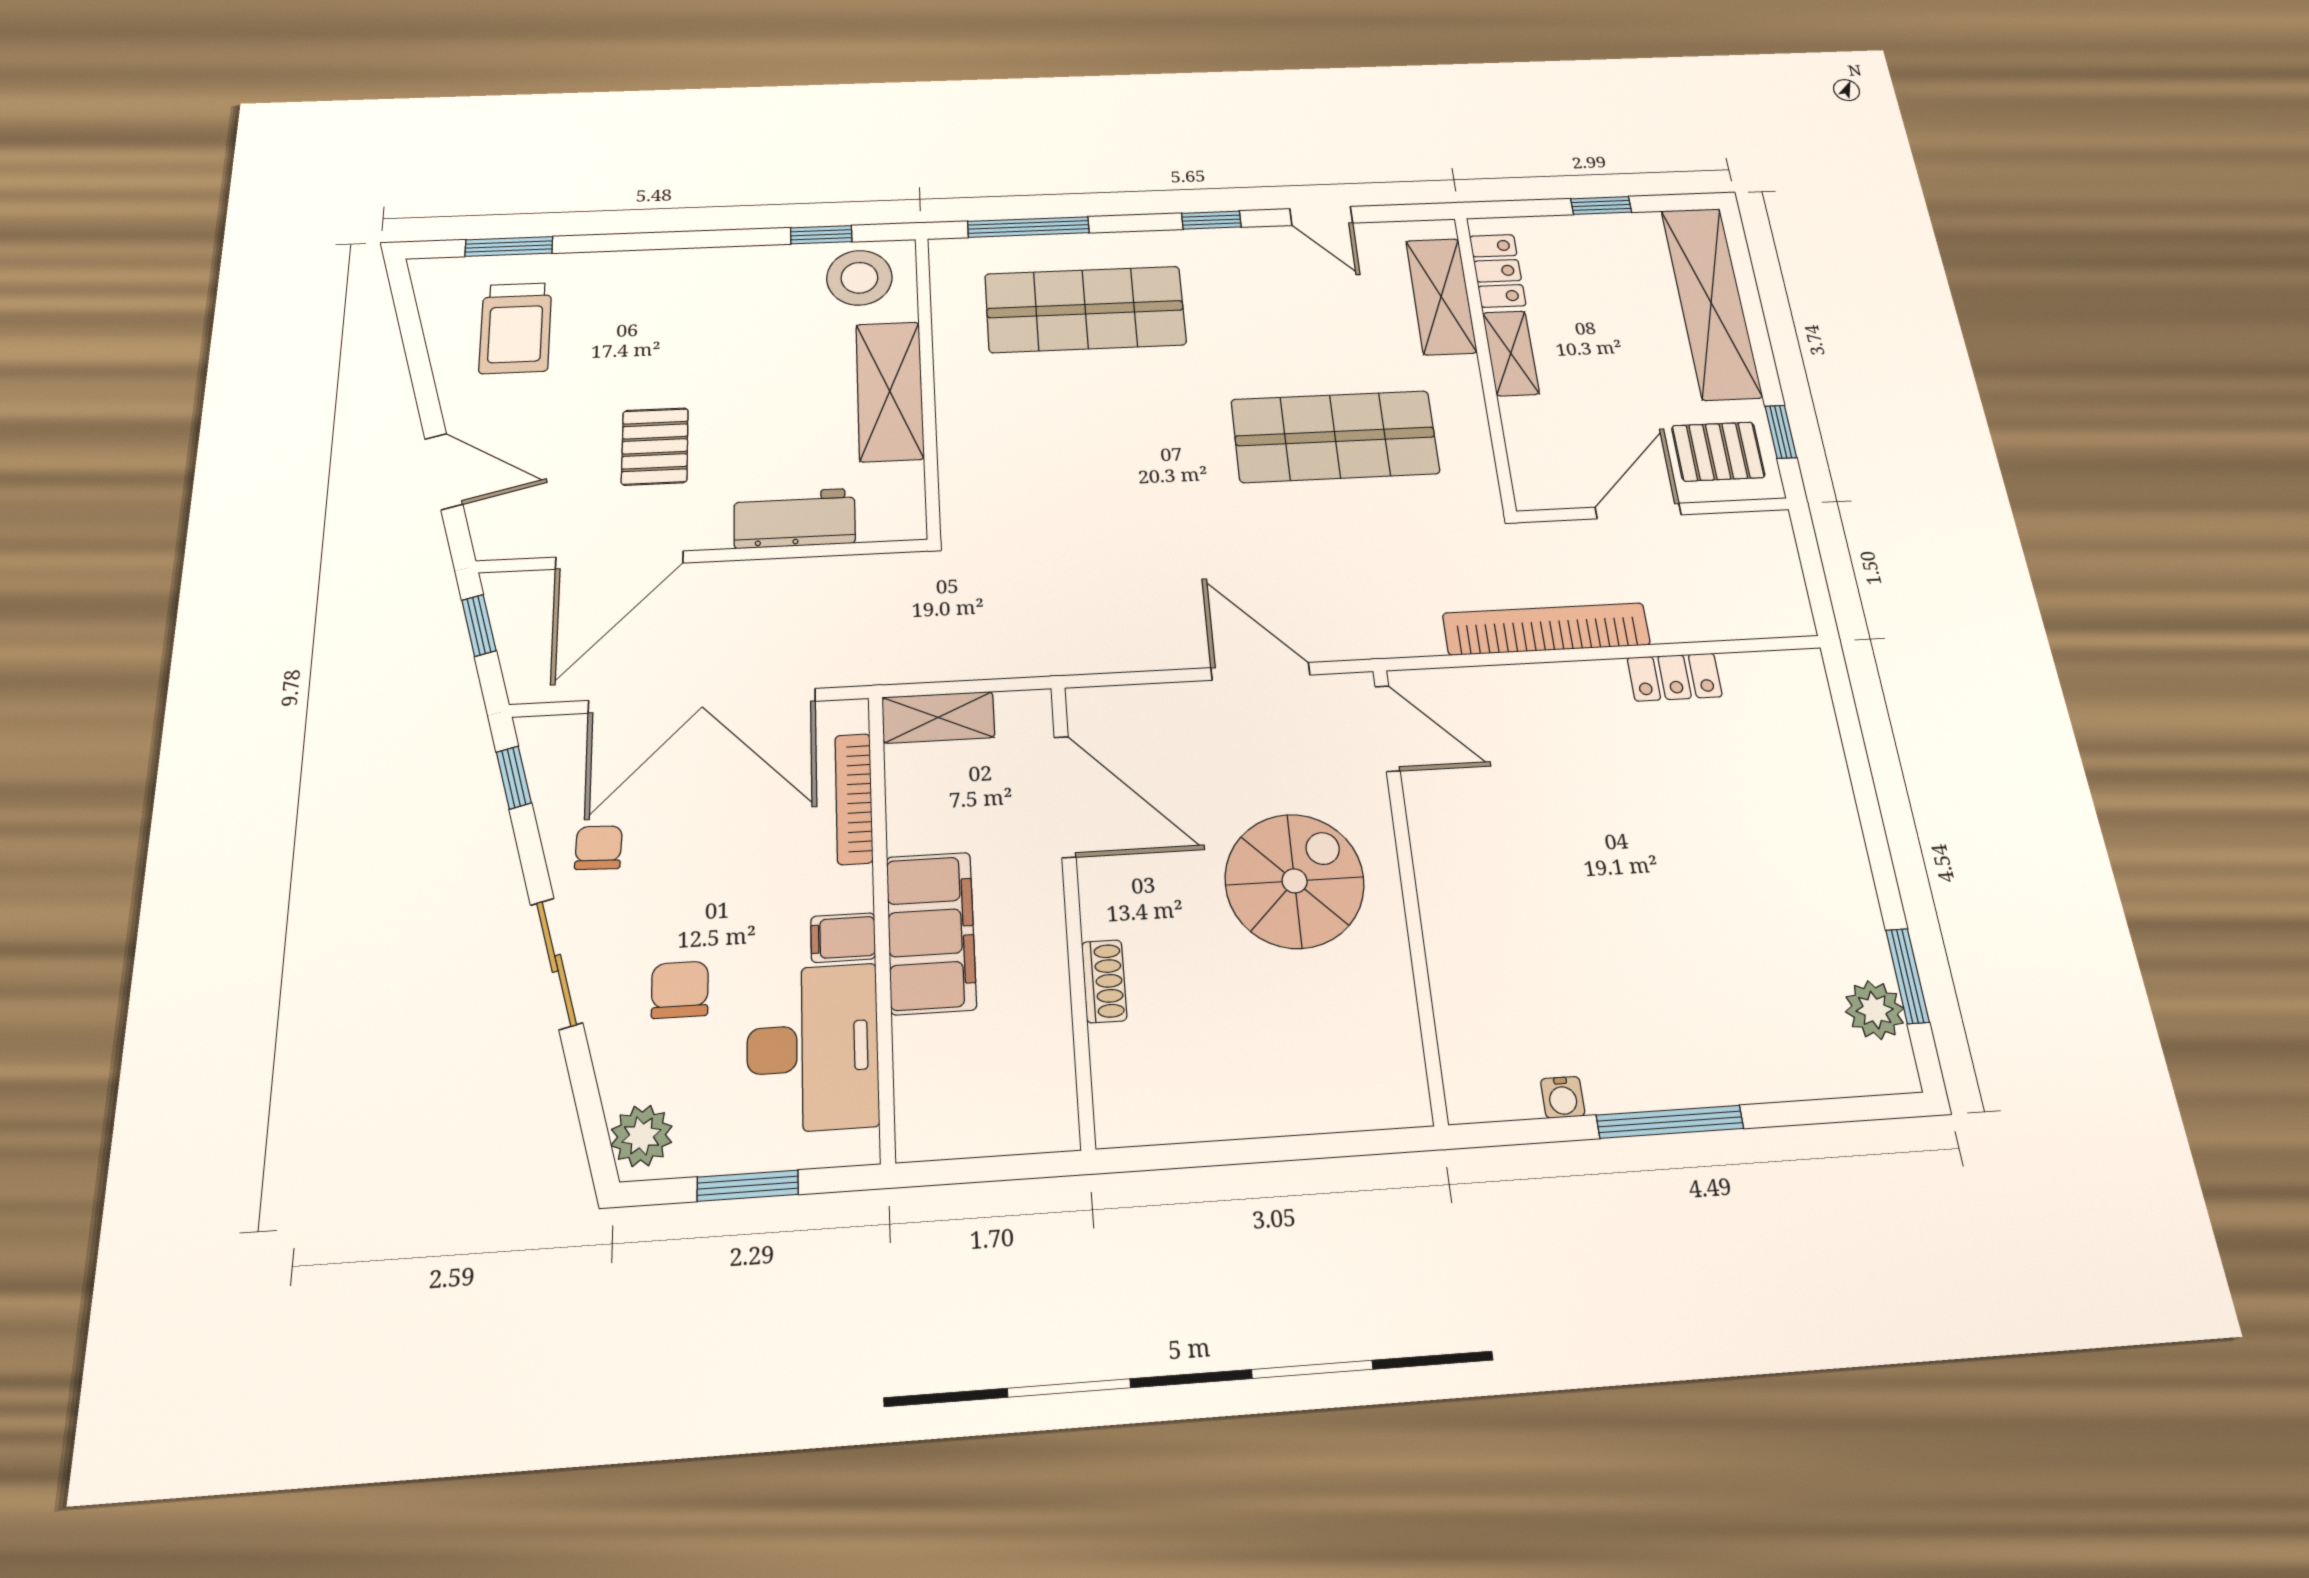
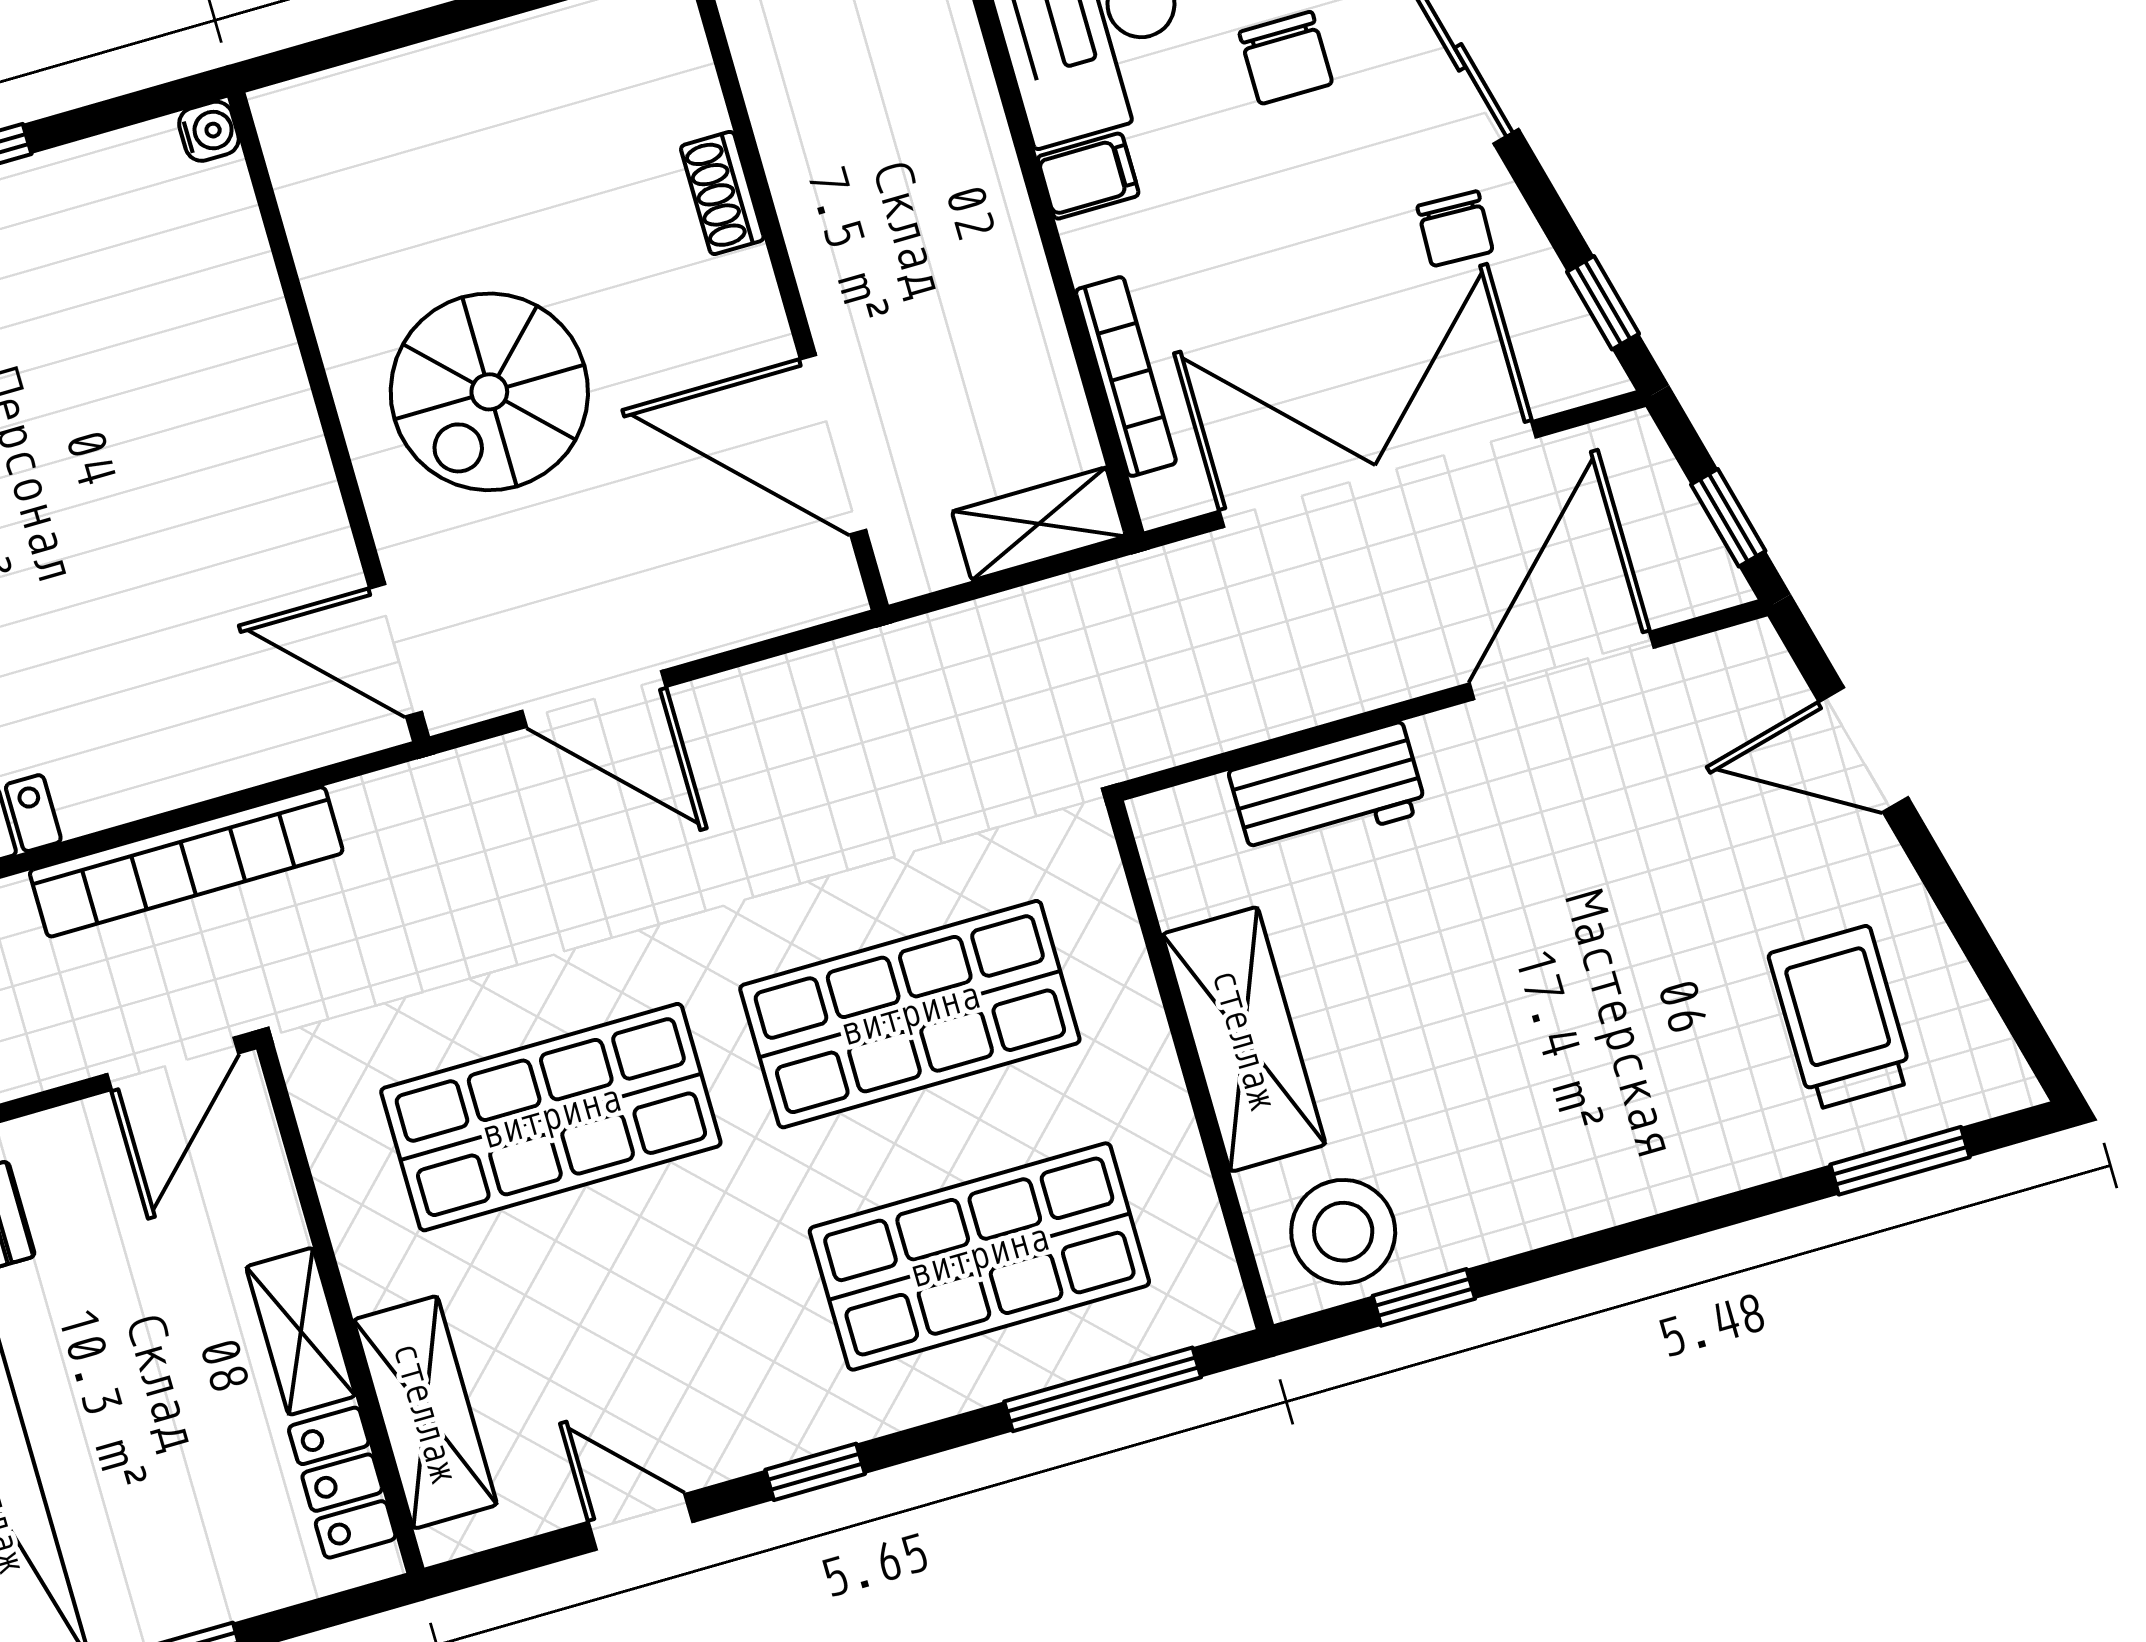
pallet: (655, 446) -> (1568, 863), removed
shop shelf: (1096, 447) -> (910, 1014), added
door: (1638, 511) -> (173, 1064), moved
filing cabinet: (931, 933) -> (971, 209), removed
water cooler: (1563, 1097) -> (209, 131), moved, turned 90

